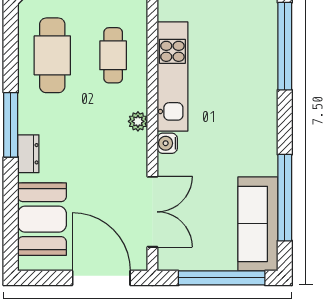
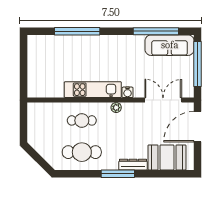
dresser: (28, 154) -> (133, 165), width x1.44

